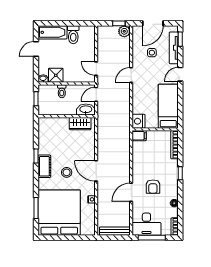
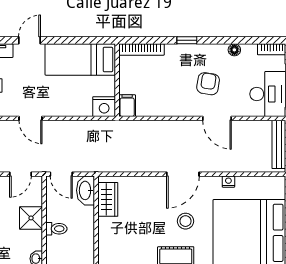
door: (180, 74) -> (29, 40), swing flipped
shower: (56, 75) -> (31, 218), moved
armchair: (153, 187) -> (208, 84), turned -81

